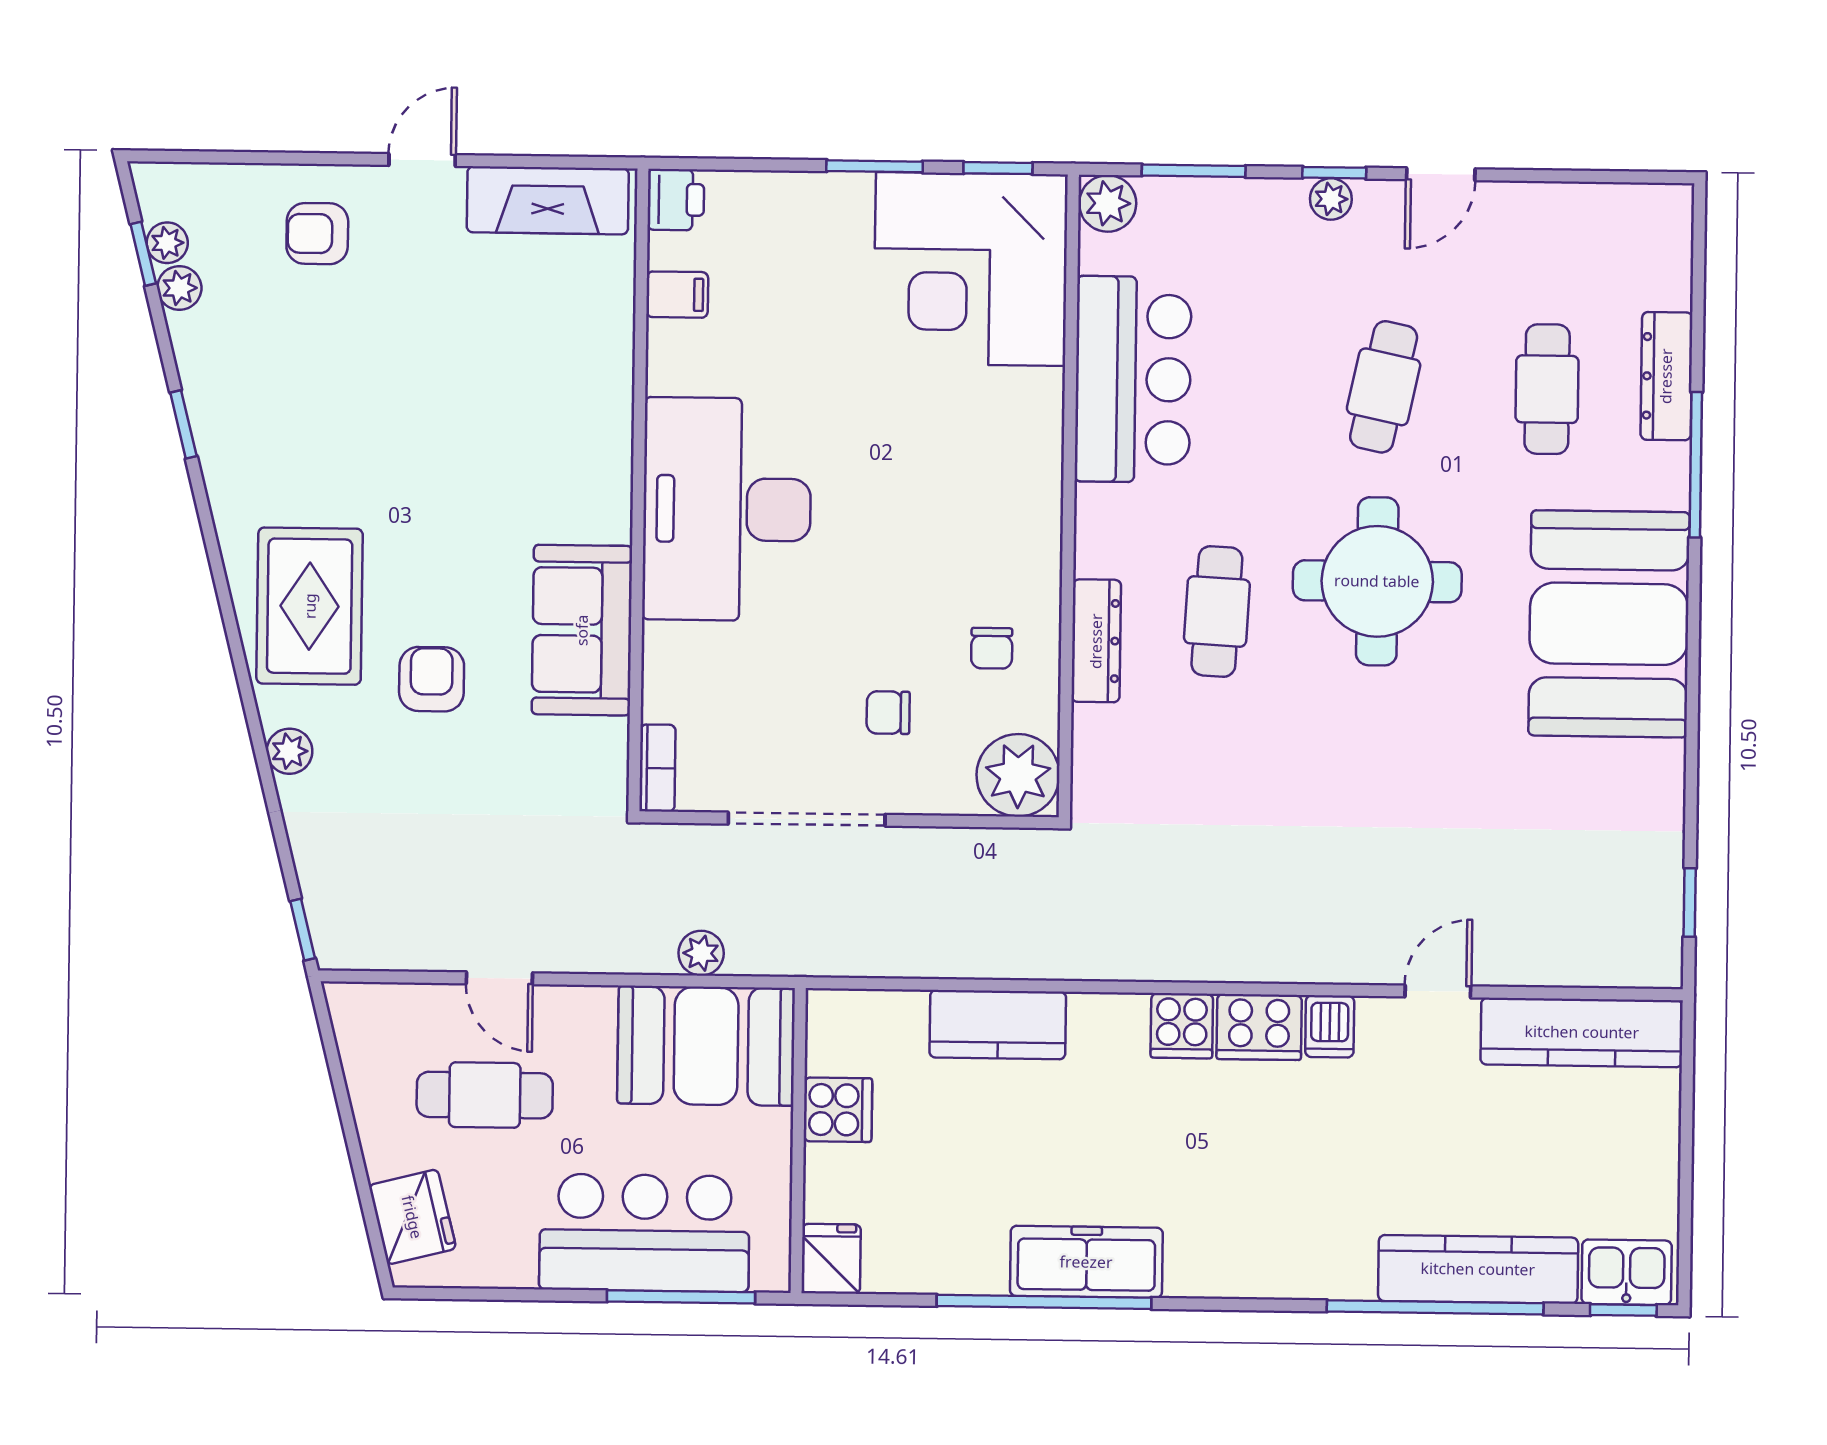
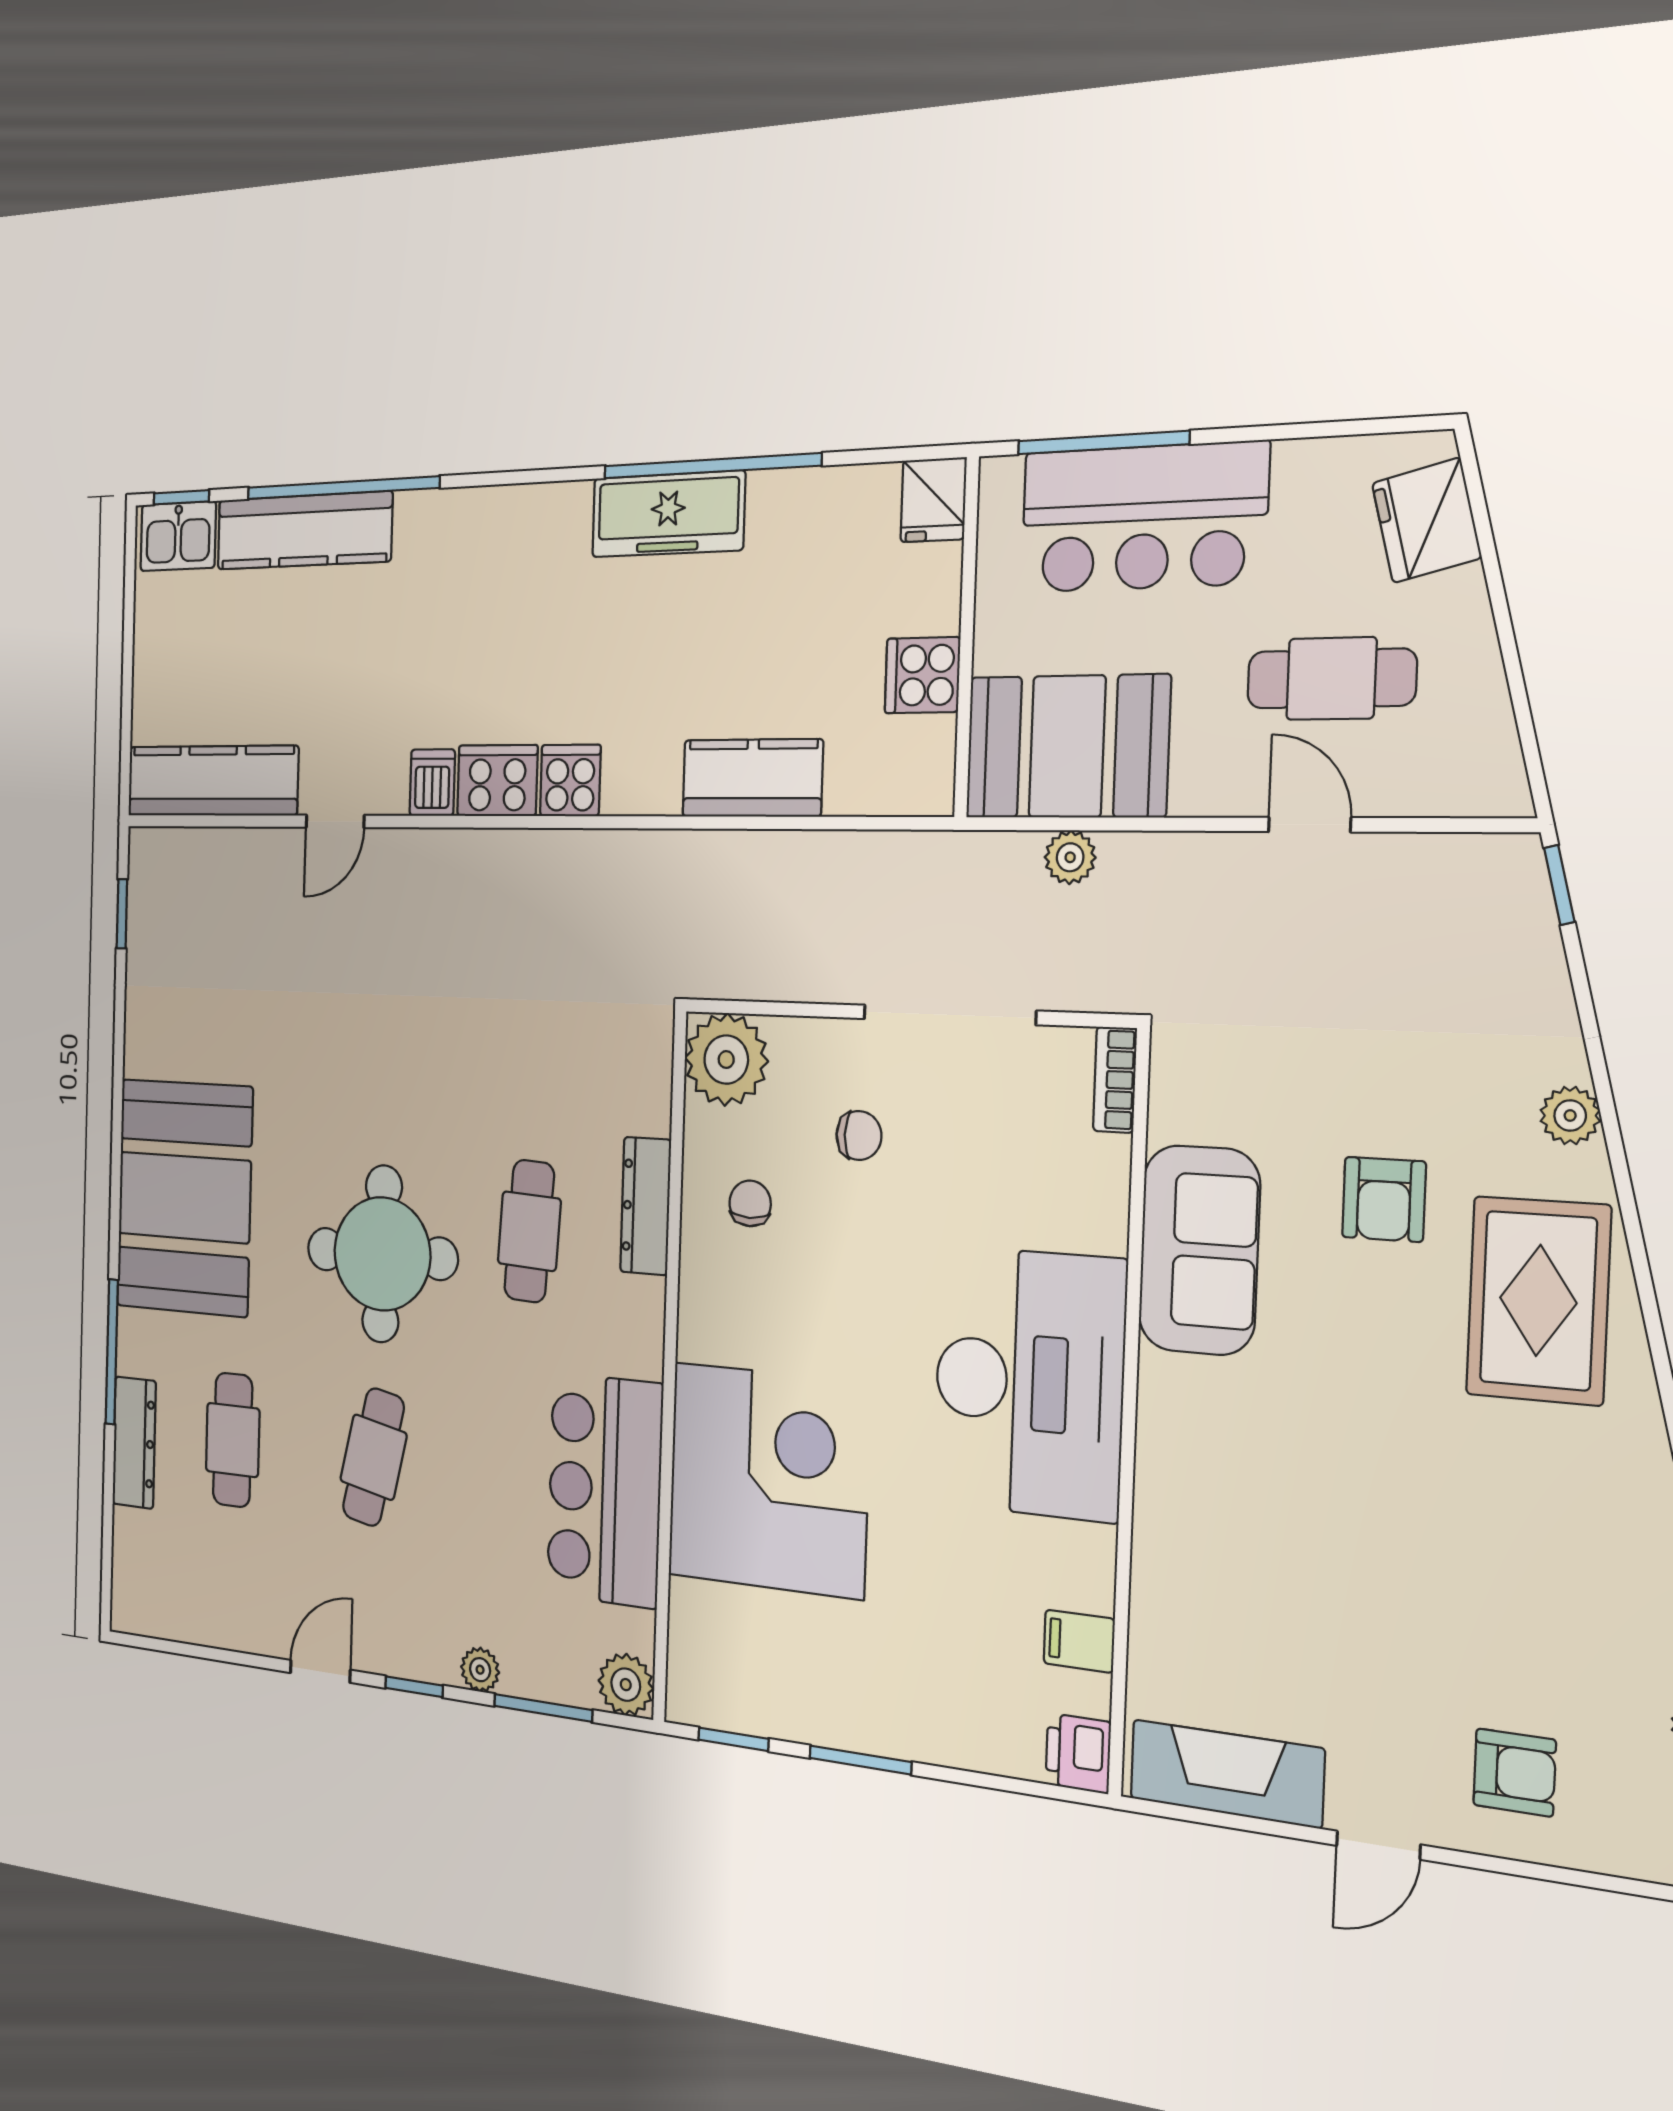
plant: (1331, 199) -> (480, 1670), moved
corner desk: (971, 269) -> (768, 1480), moved

